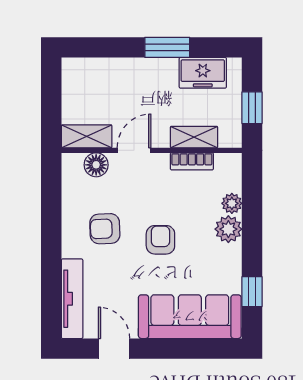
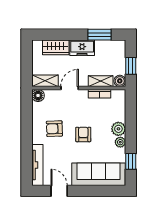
window: (167, 47) -> (100, 35), moved
wardrobe: (107, 72) -> (56, 47), added
freezer: (203, 73) -> (82, 48), moved
boiler: (231, 137) -> (120, 81), added
floor lamp: (96, 165) -> (38, 95), moved
plant: (232, 203) -> (120, 142), moved

